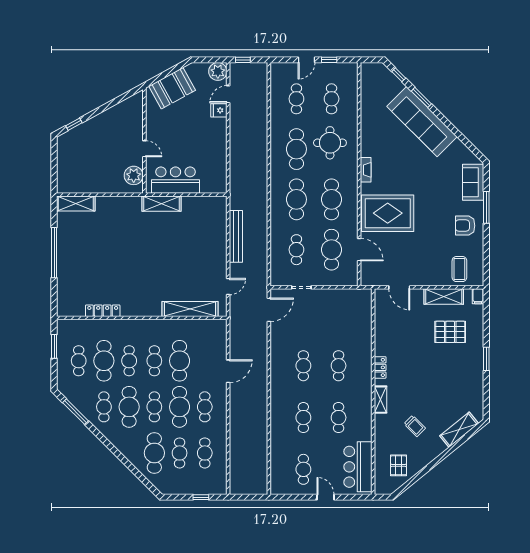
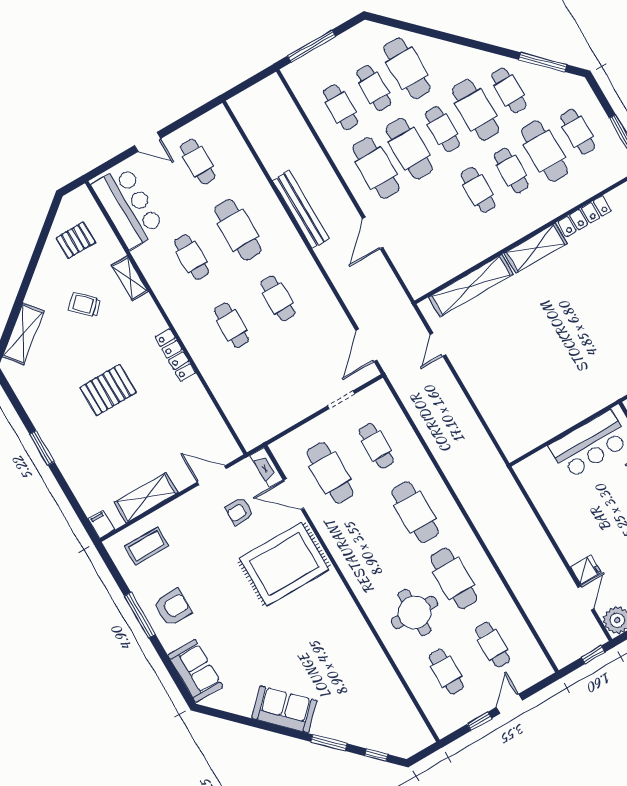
sofa: (422, 122) -> (284, 709), width x0.54, depth x0.79
fireplace: (366, 170) -> (267, 467), moved
cafe table: (332, 199) -> (369, 539), removed
shelving: (162, 204) -> (536, 248), moved
window: (486, 207) -> (140, 615), moved
bench: (236, 236) -> (301, 210), moved
armchair: (396, 258) -> (239, 511), added
coffee table: (459, 269) -> (147, 546), turned 90
pallet: (450, 332) -> (108, 390), moved
cafe table: (180, 361) -> (445, 209), removed
locker: (380, 367) -> (175, 355), width x1.53
shelving: (380, 400) -> (130, 278), moved
cafe table: (205, 407) -> (376, 168), width x1.37, depth x1.35
cafe table: (303, 418) -> (238, 230), width x1.37, depth x1.35
pallet: (399, 465) -> (76, 240), turned 90
window: (201, 497) -> (312, 46), width x2.17

